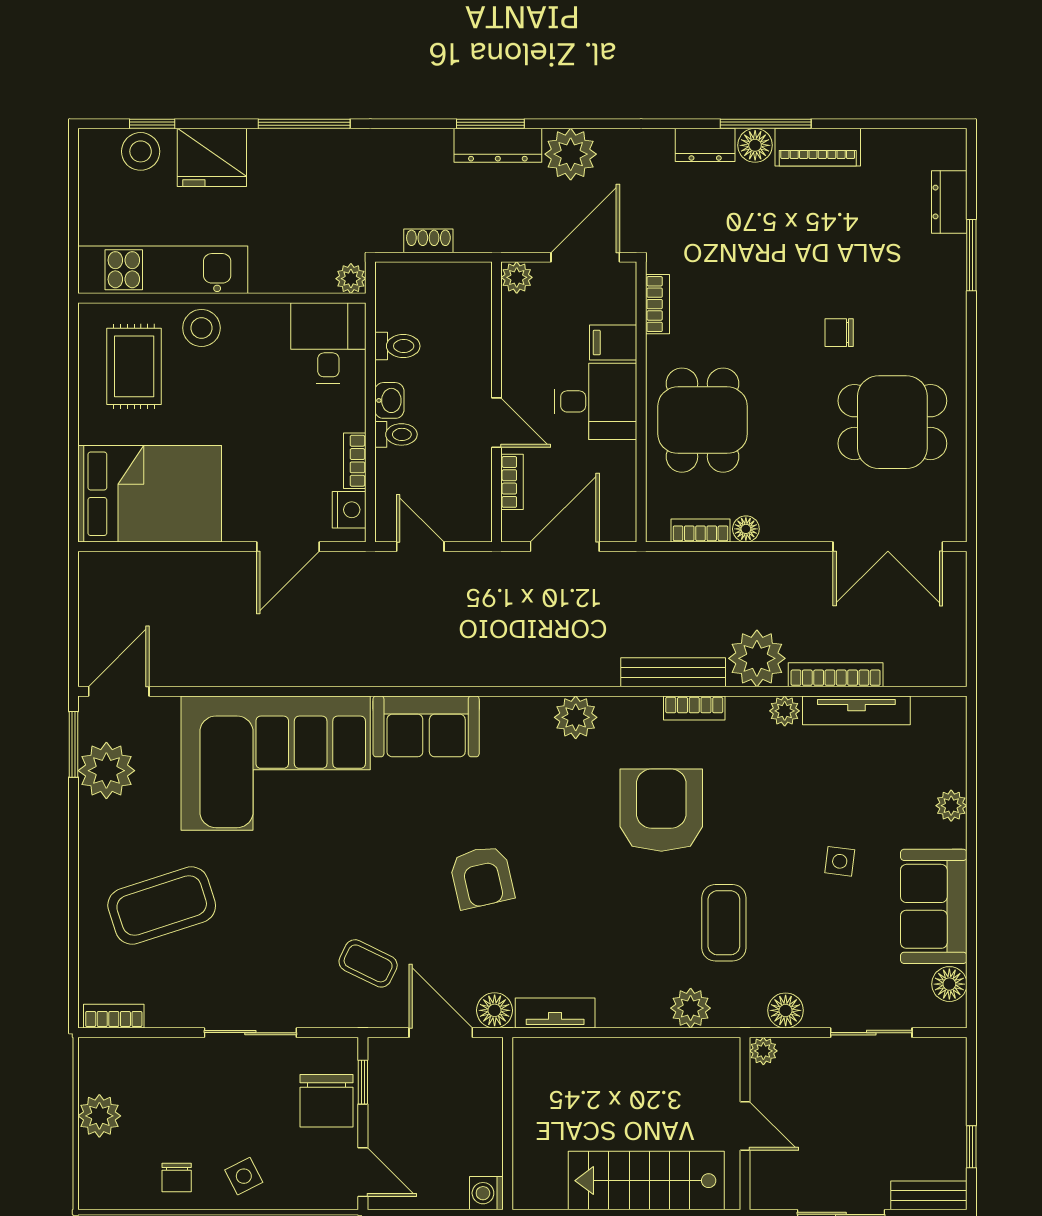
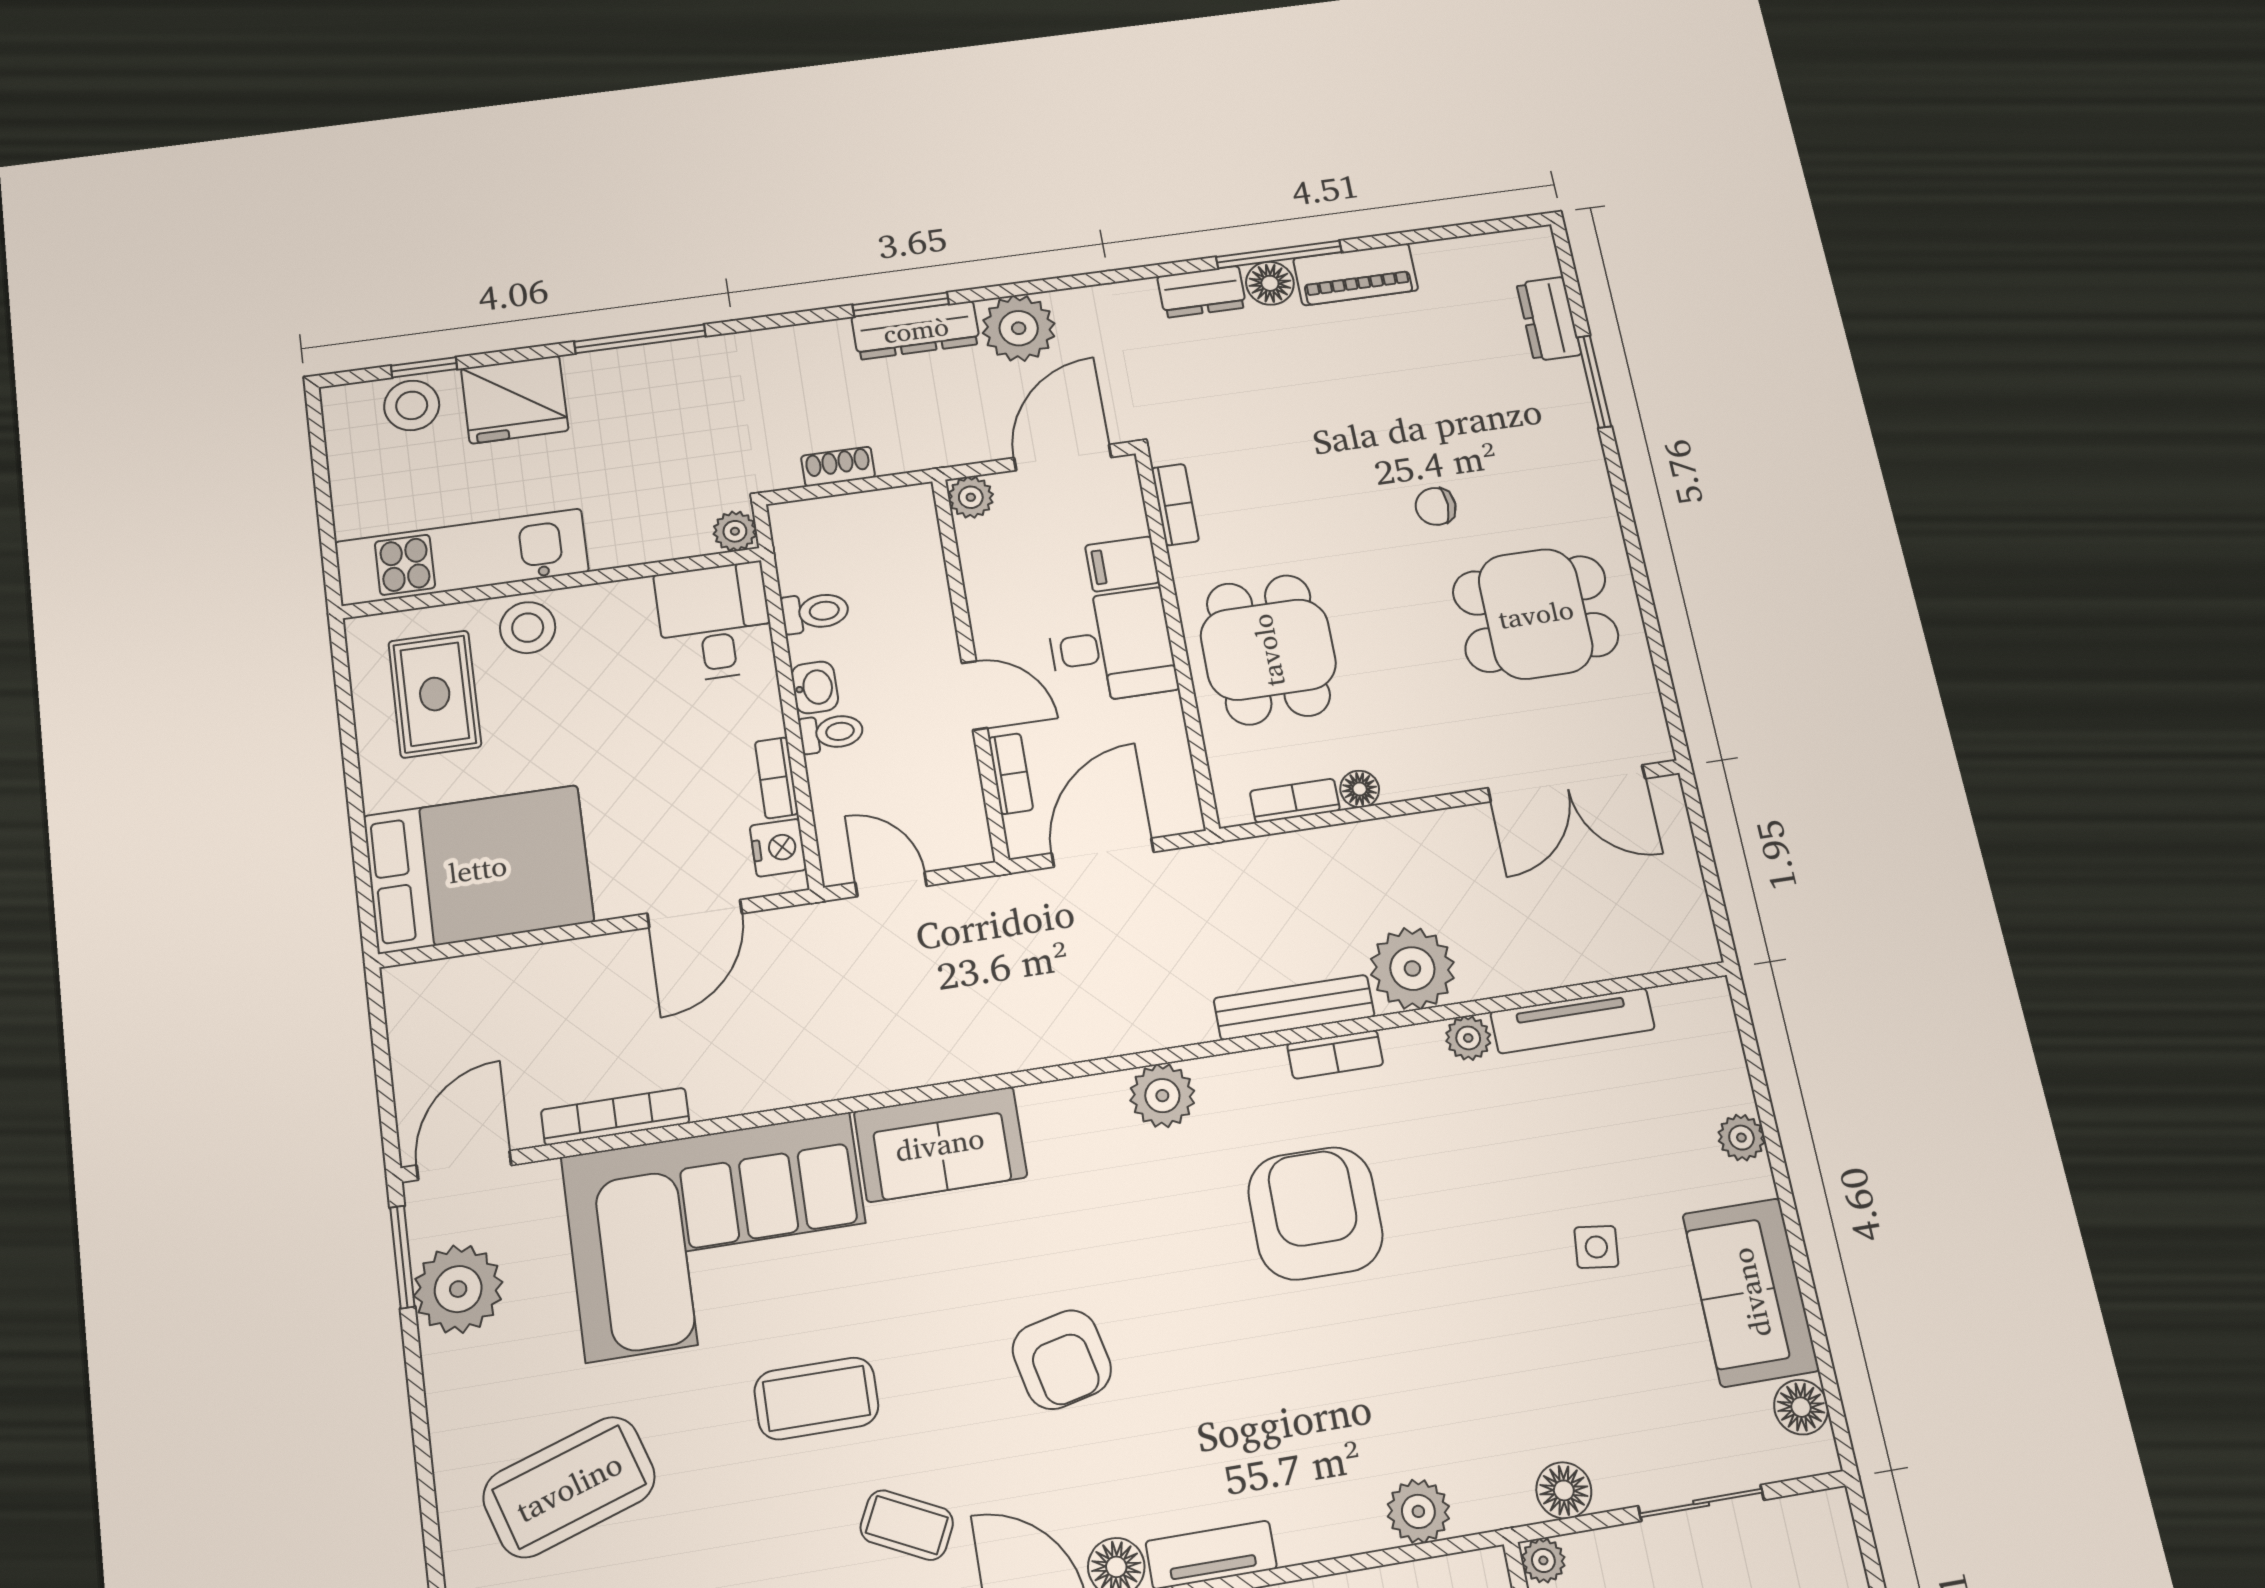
bookcase: (836, 675) -> (615, 1117), moved
coffee table: (724, 923) -> (816, 1398), moved, turned 90

